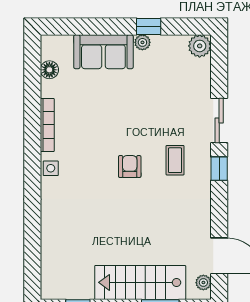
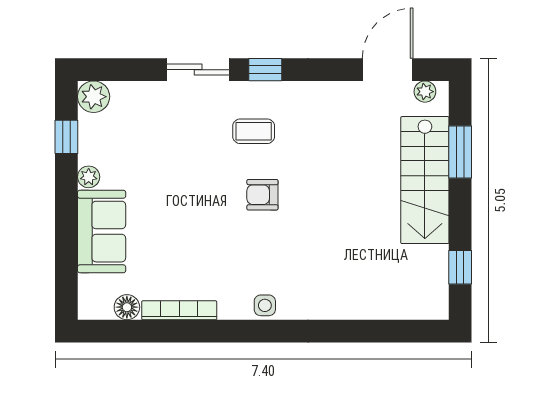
window: (149, 27) -> (66, 137), moved
bookcase: (47, 125) -> (179, 310), moved

